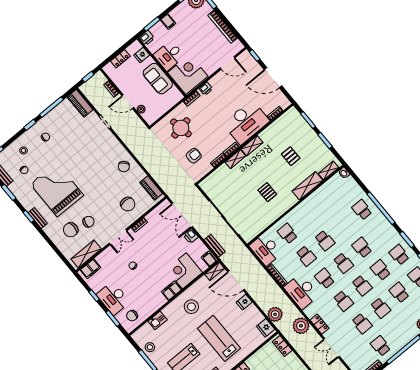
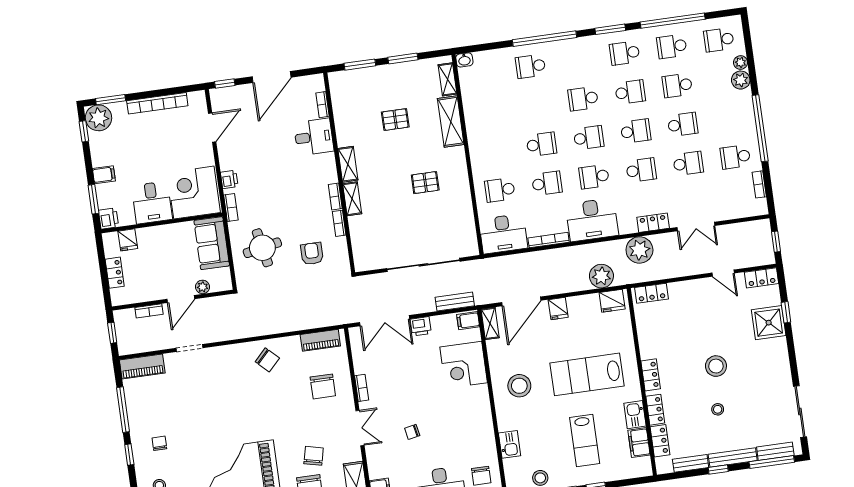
sofa: (158, 79) -> (212, 243), moved, turned 90
desk: (246, 122) -> (314, 137), width x0.53, depth x0.77
chair: (128, 204) -> (323, 386), turned 90
school desk: (381, 270) -> (630, 92), turned 180
filing cabinet: (172, 291) -> (480, 399), removed

